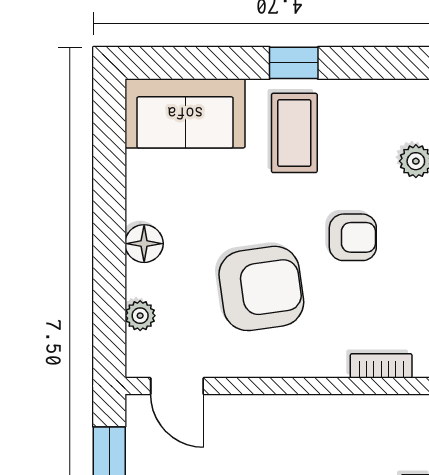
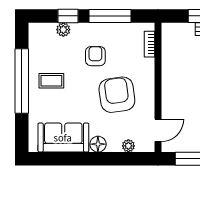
window: (294, 63) -> (22, 81), width x3.17
sofa: (185, 113) -> (63, 138), moved, turned -90
coffee table: (294, 133) -> (51, 81), width x0.73, depth x0.77

